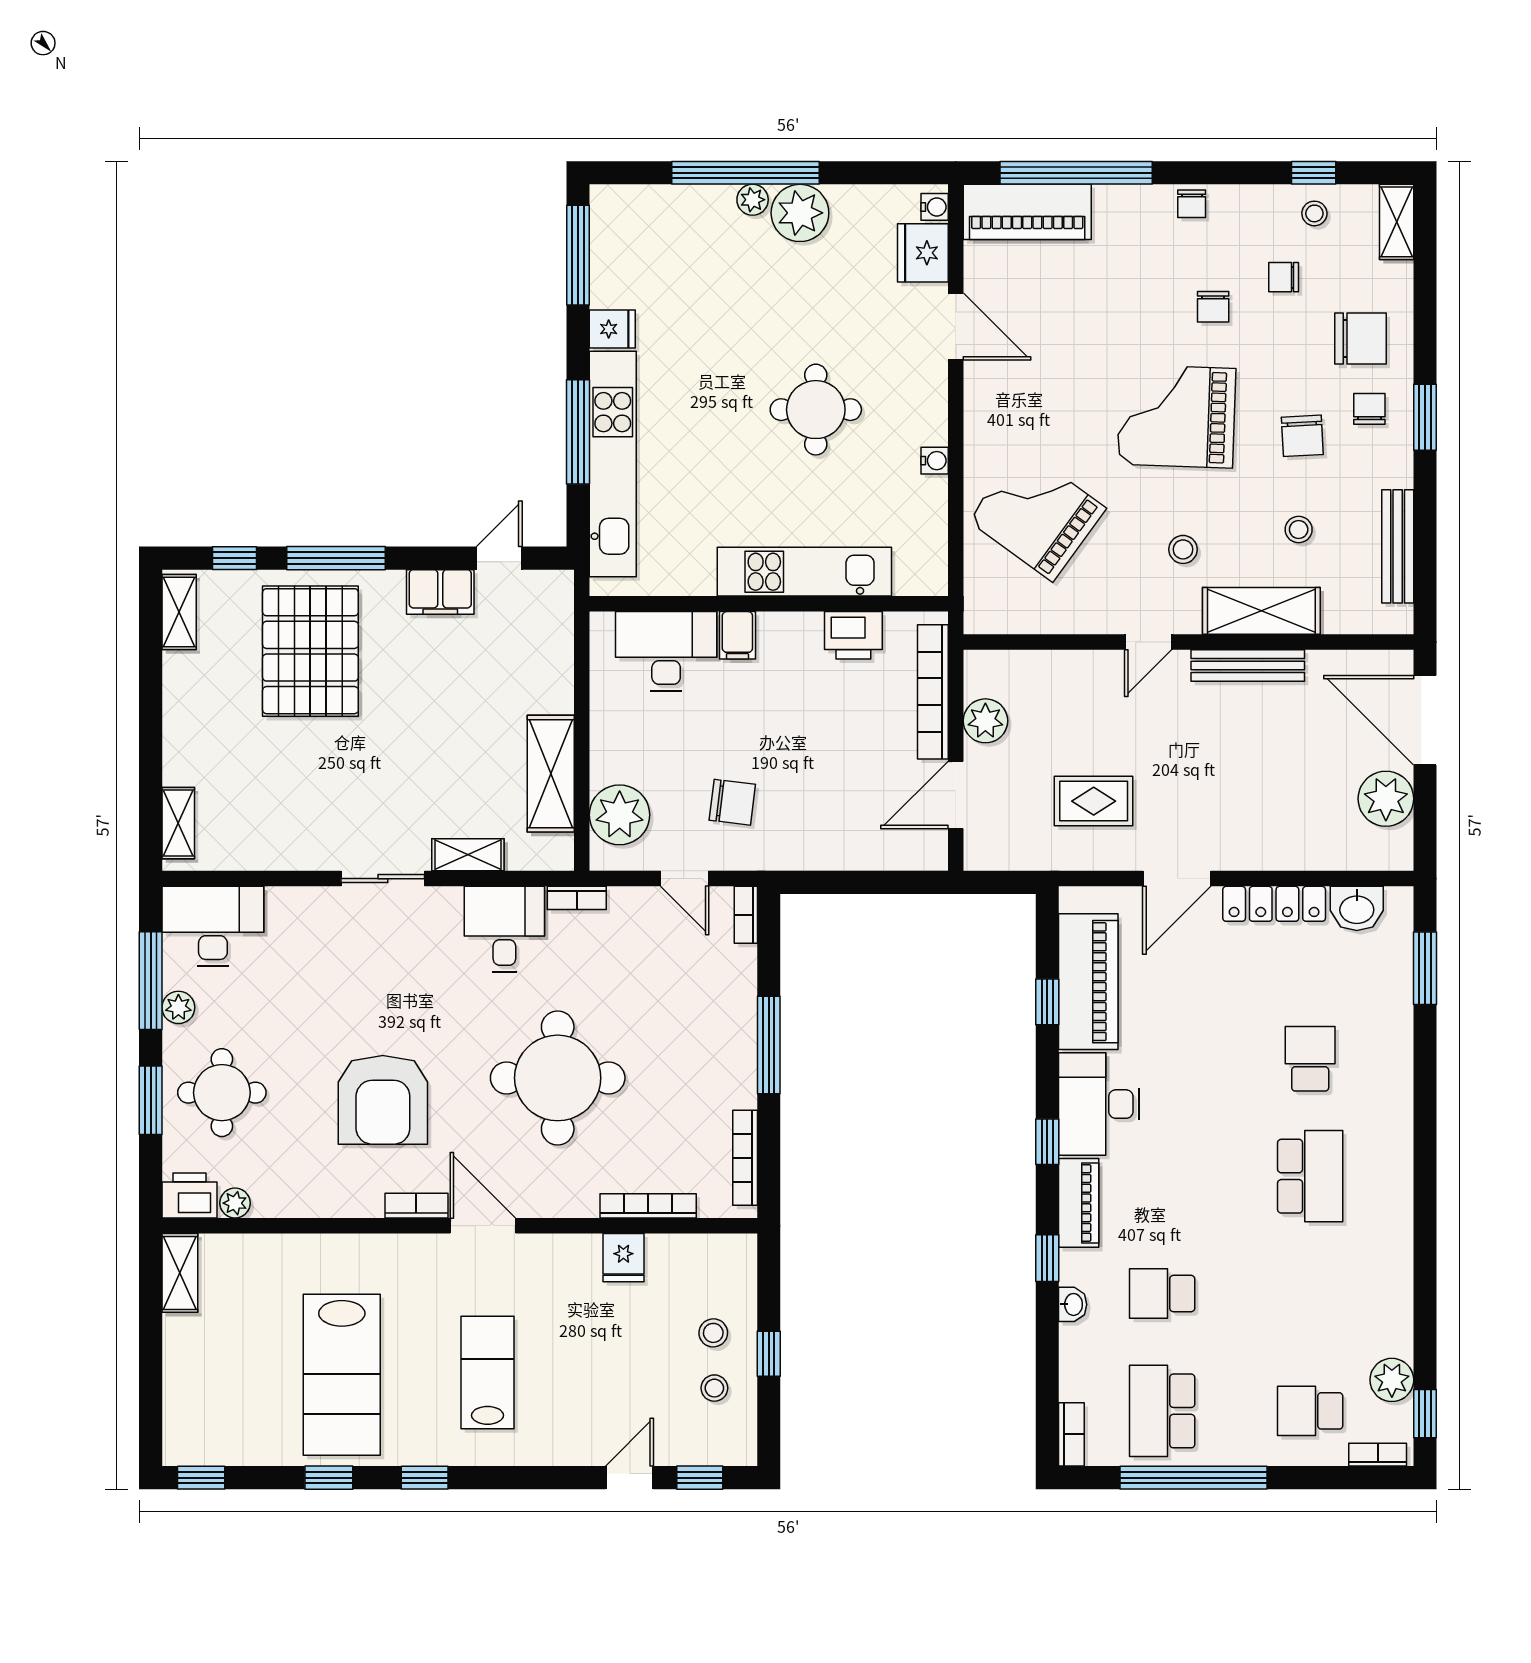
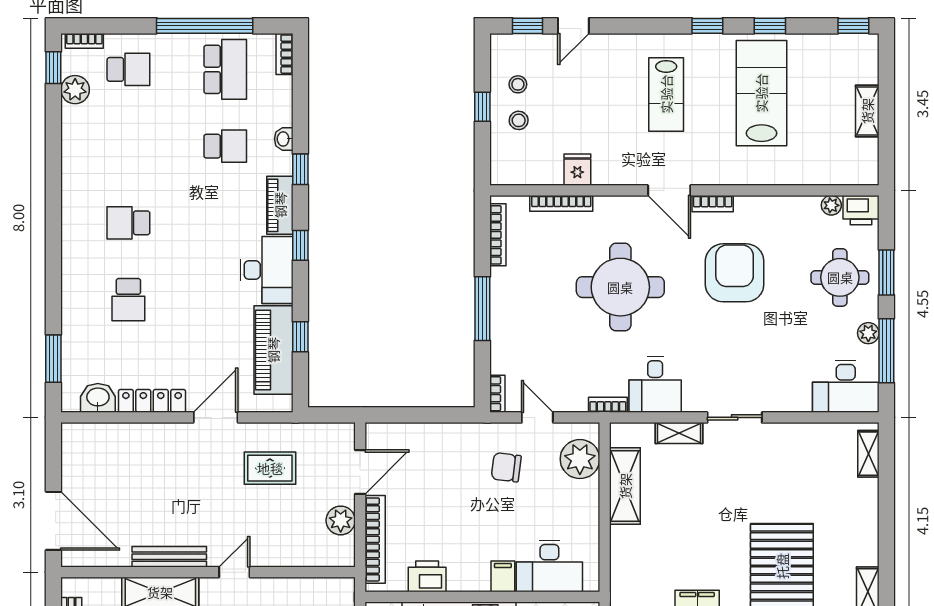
plant: (1386, 799) -> (79, 470), removed
school desk: (1310, 1176) -> (128, 223), width x0.54
shelving: (180, 1273) -> (867, 111), moved

